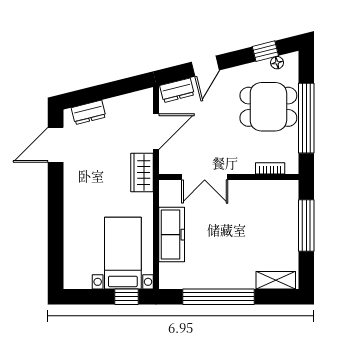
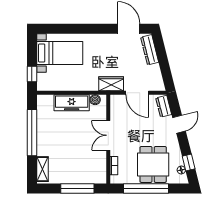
door: (205, 66) -> (179, 124), swing flipped
dresser: (89, 112) -> (150, 50), width x1.44
double door: (205, 177) -> (108, 135), moved
boiler: (167, 198) -> (95, 100), added
bed with nightstands: (123, 253) -> (60, 53), moved

